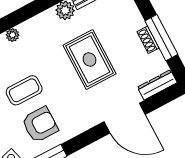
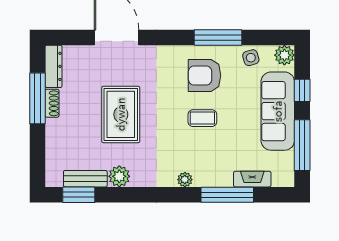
dresser: (157, 85) -> (54, 66), moved, turned -90
coffee table: (24, 90) -> (202, 118), width x0.73, depth x0.77

